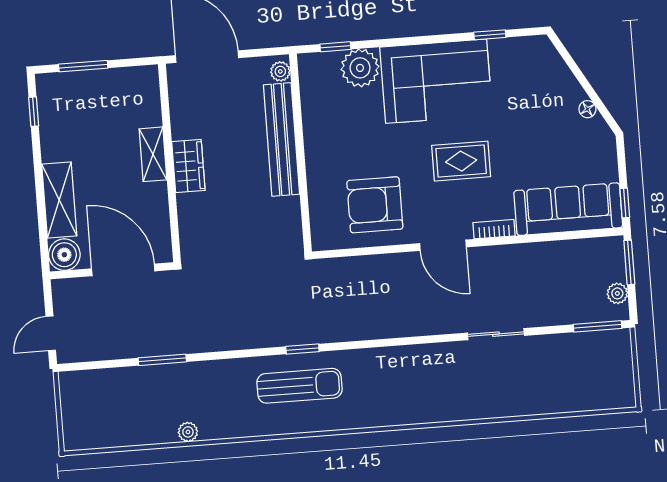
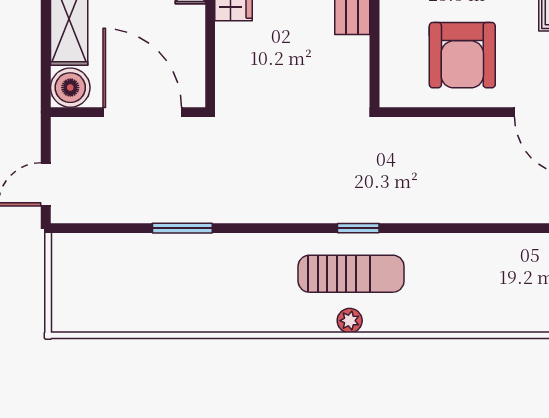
armchair: (375, 205) -> (462, 55), turned -90
plant: (188, 432) -> (350, 321), moved

